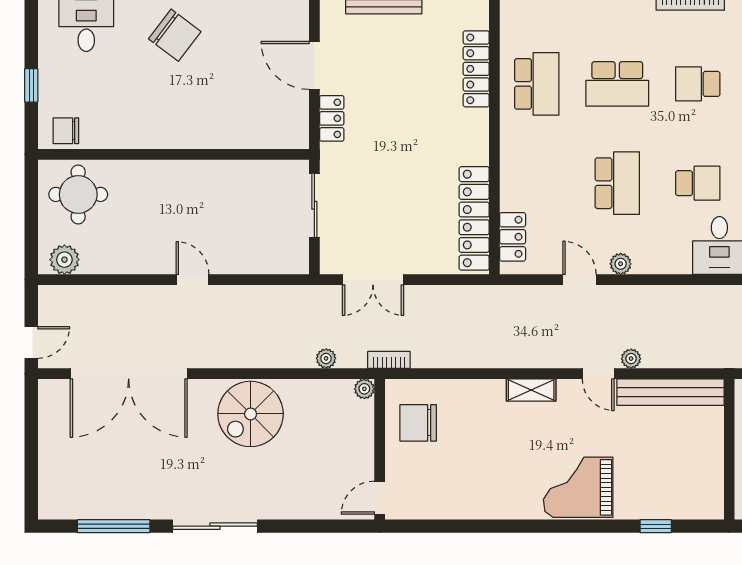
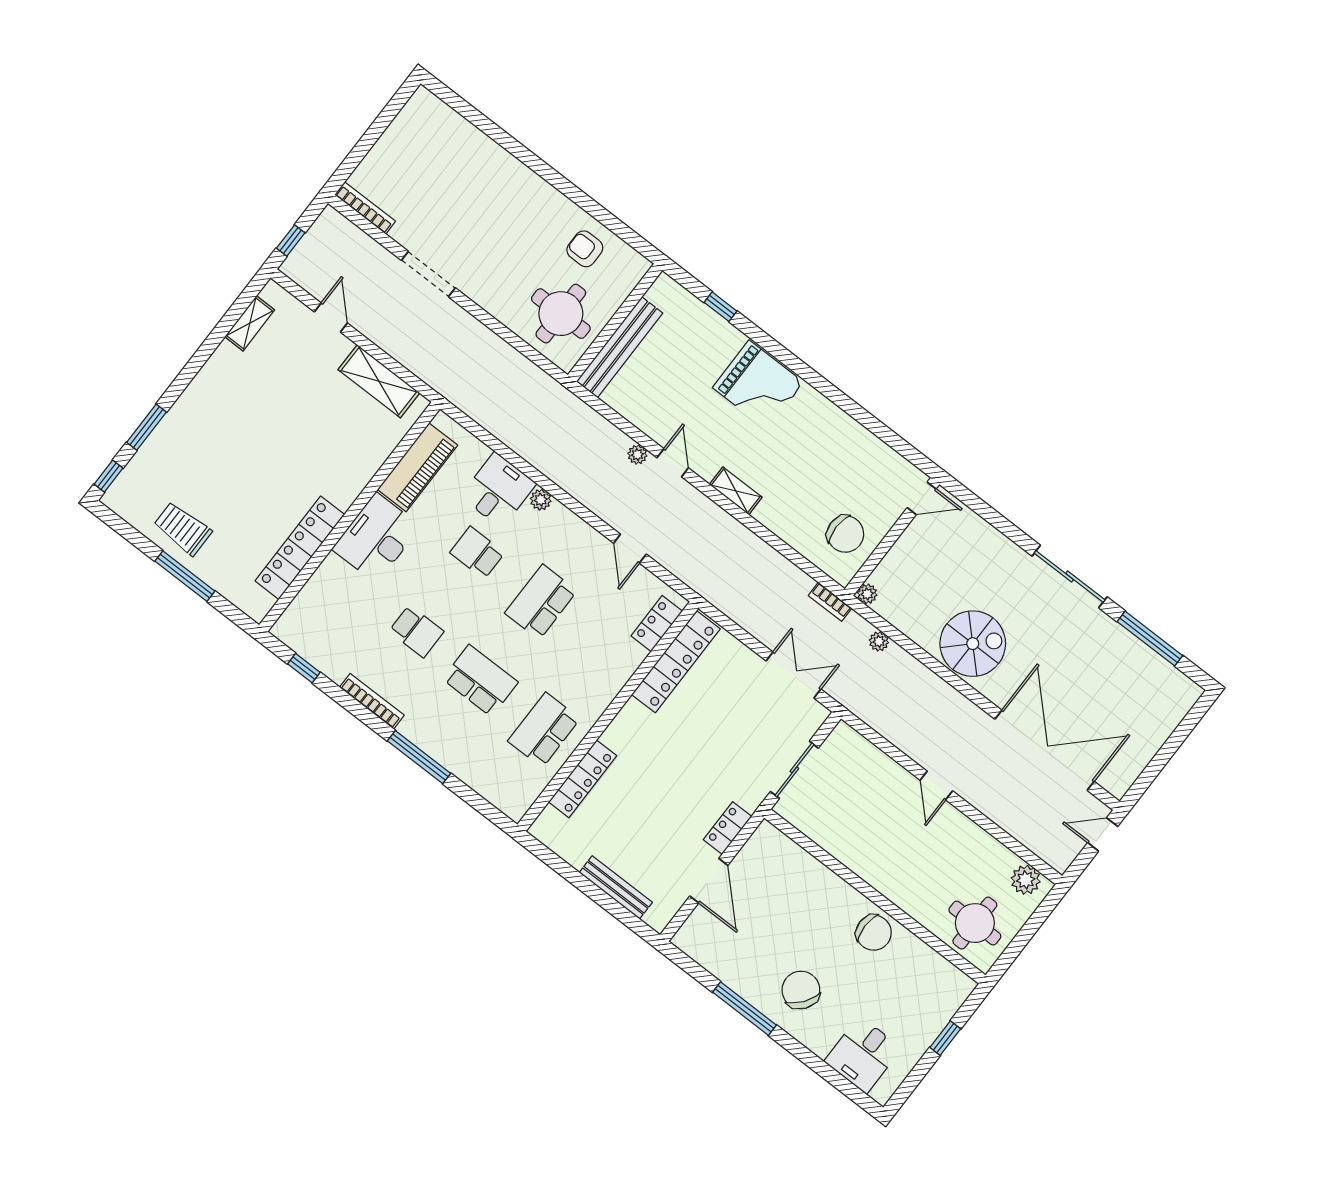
chair: (66, 131) -> (874, 933), moved, width x1.37, depth x1.37
plant: (621, 264) -> (541, 500), moved
bench: (670, 392) -> (620, 347), moved, turned 90

